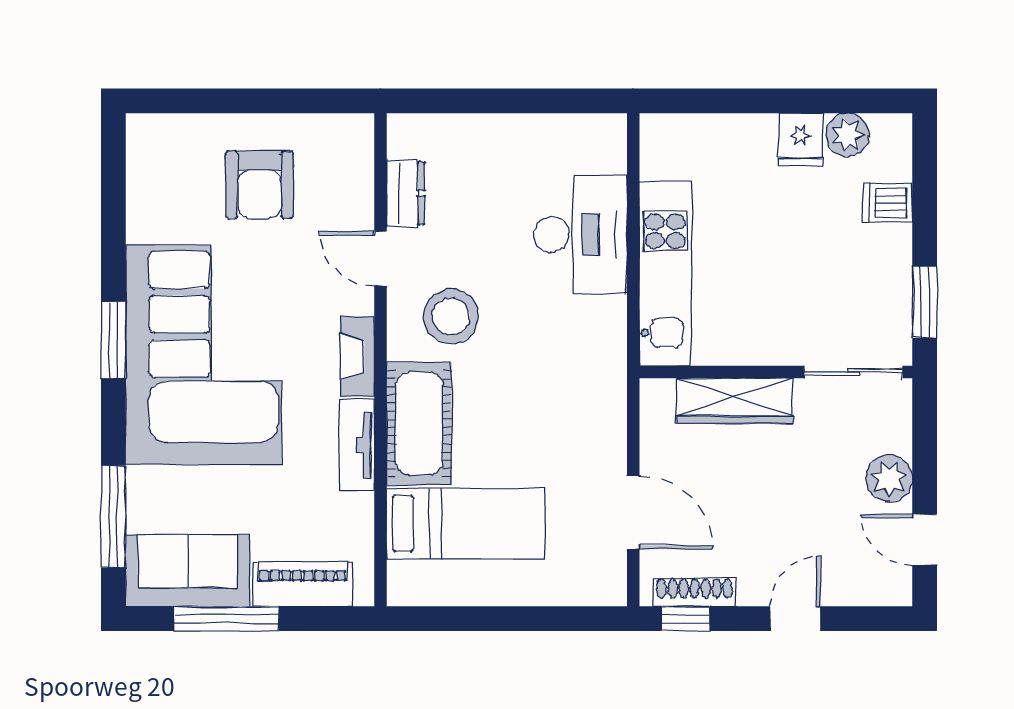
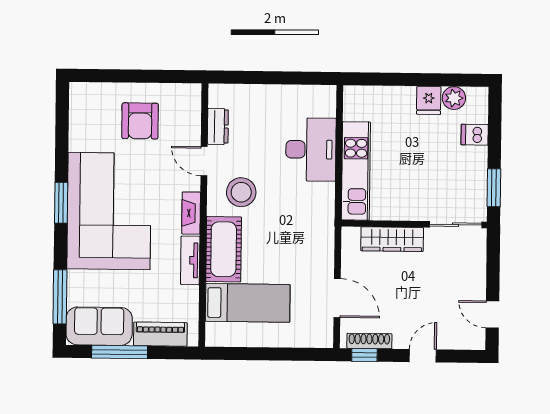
plant: (889, 479) -> (474, 282), removed

